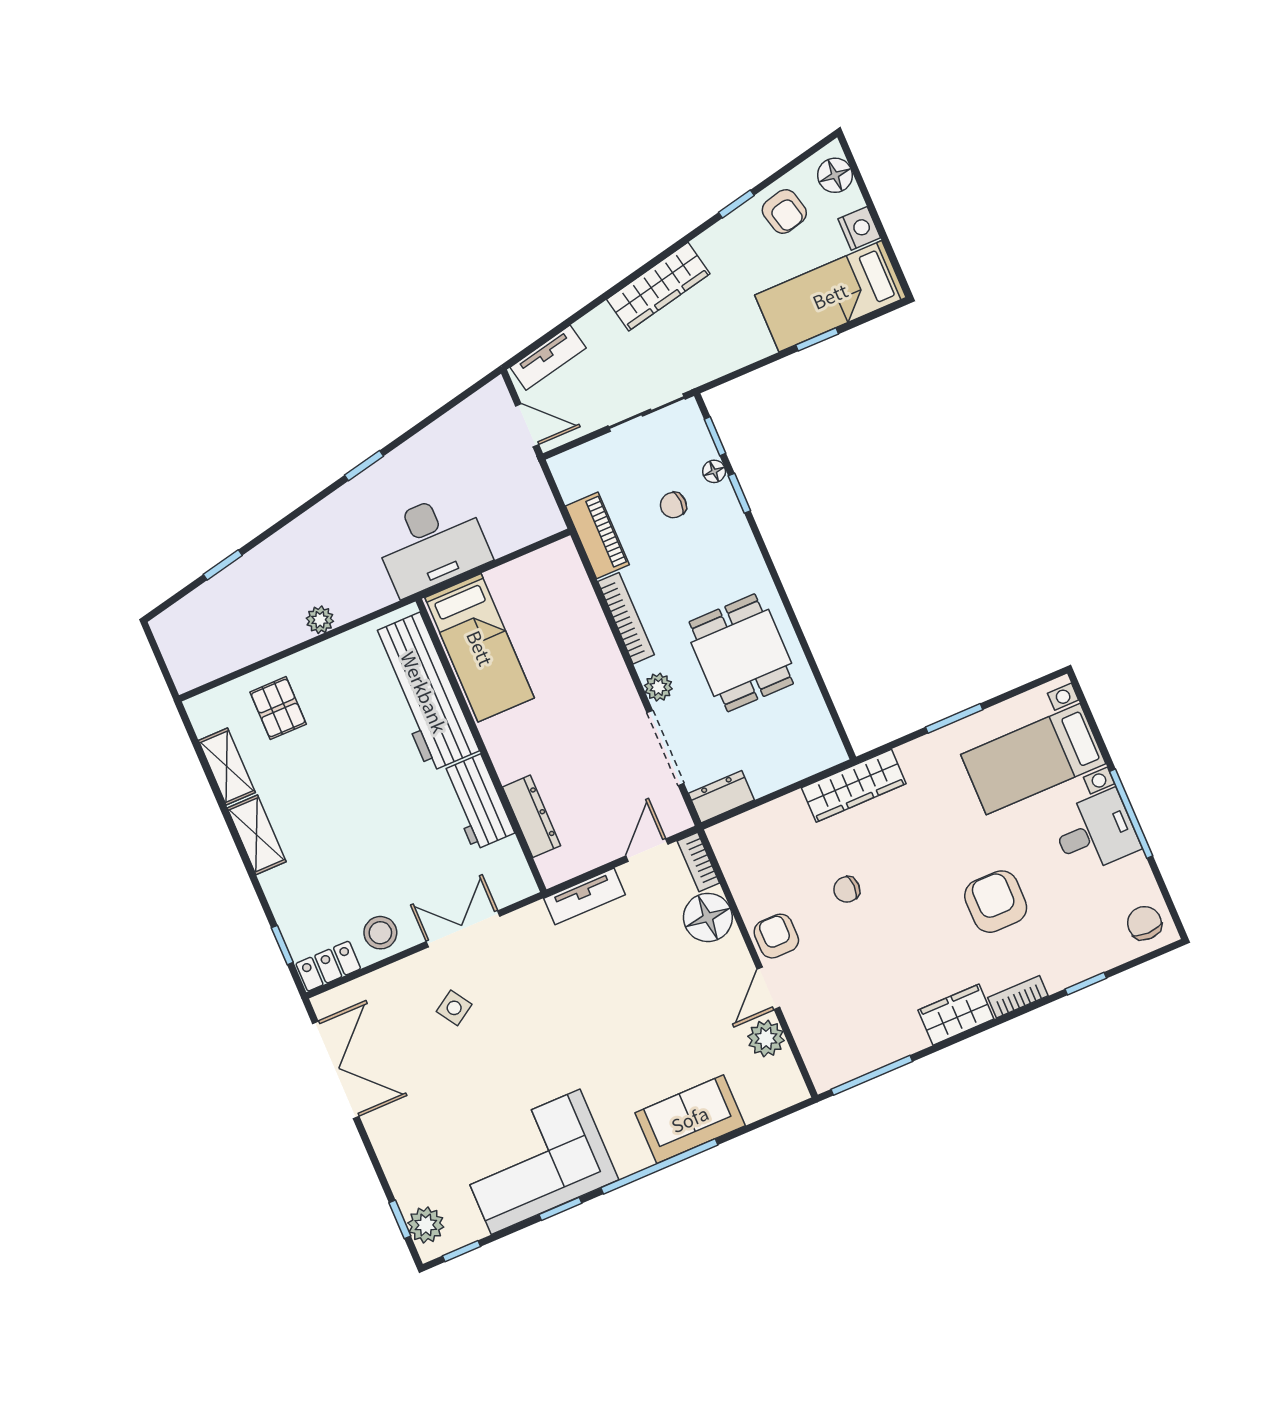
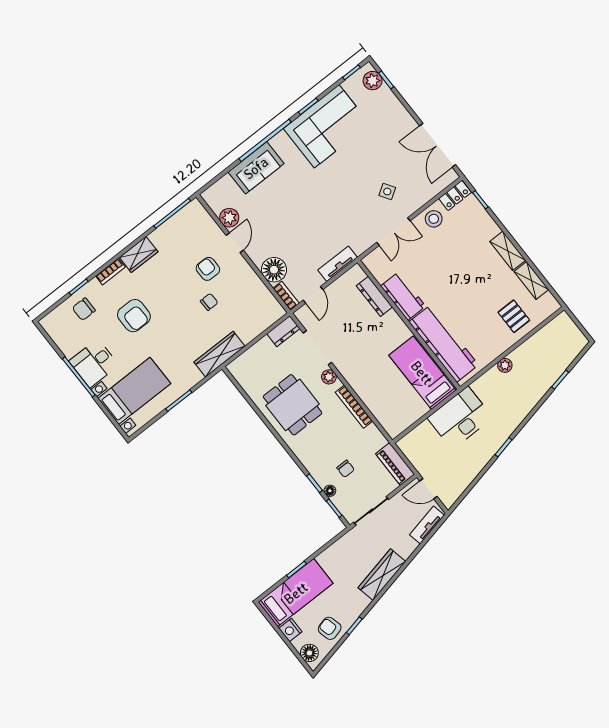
chair: (673, 505) -> (346, 469), turned 91
piano: (597, 535) -> (395, 464), moved
chair: (1144, 923) -> (84, 309), moved, turned 90
armchair: (776, 936) -> (208, 269), moved, turned 180

